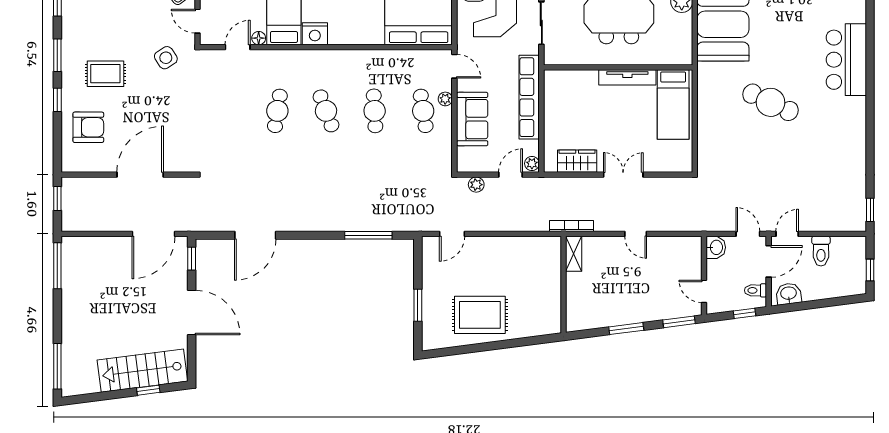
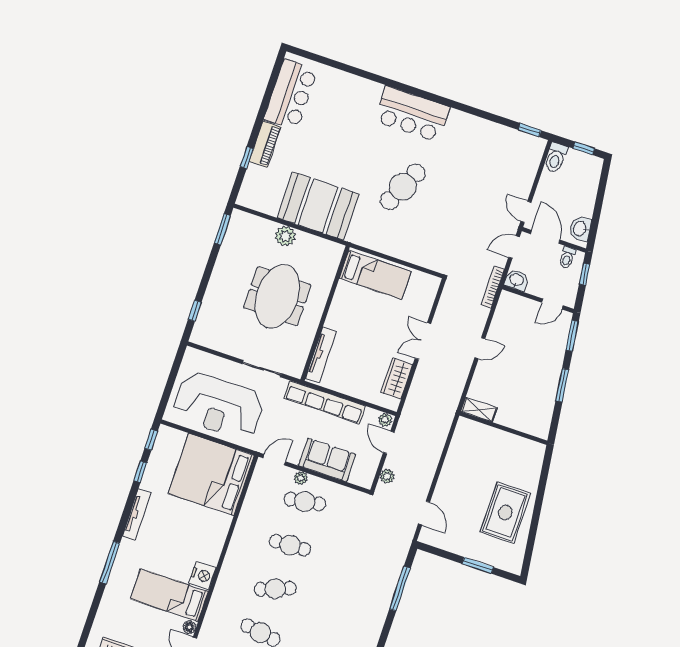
bar counter: (846, 60) -> (412, 114), moved
tv unit: (627, 77) -> (321, 355), moved
bookcase: (571, 226) -> (493, 287), moved
toilet: (821, 251) -> (556, 158), moved, turned 90

